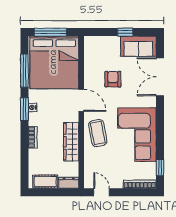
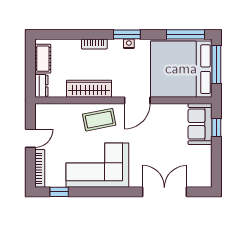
window: (125, 32) -> (216, 127), moved
sofa: (138, 46) -> (200, 124), moved
window: (24, 71) -> (186, 34), moved
armchair: (113, 79) -> (162, 137), removed
door: (102, 192) -> (30, 138), moved

